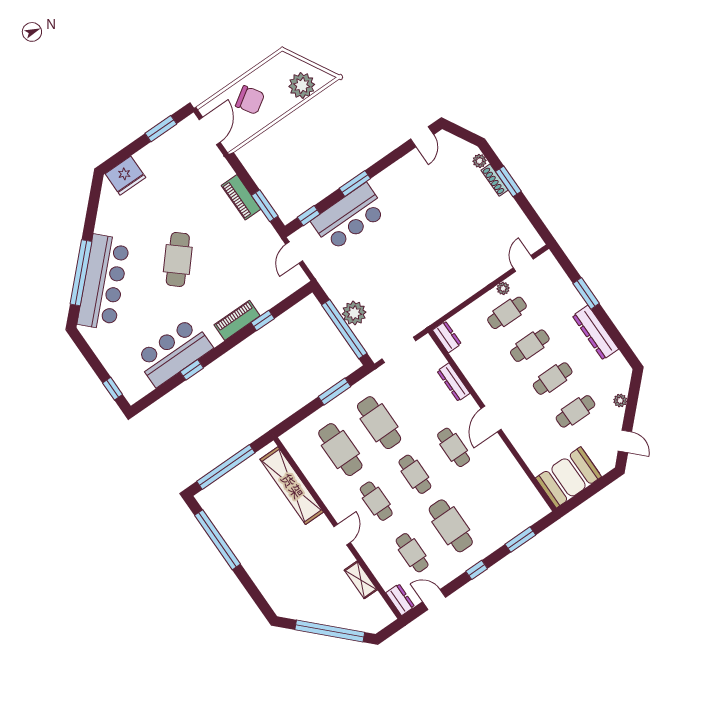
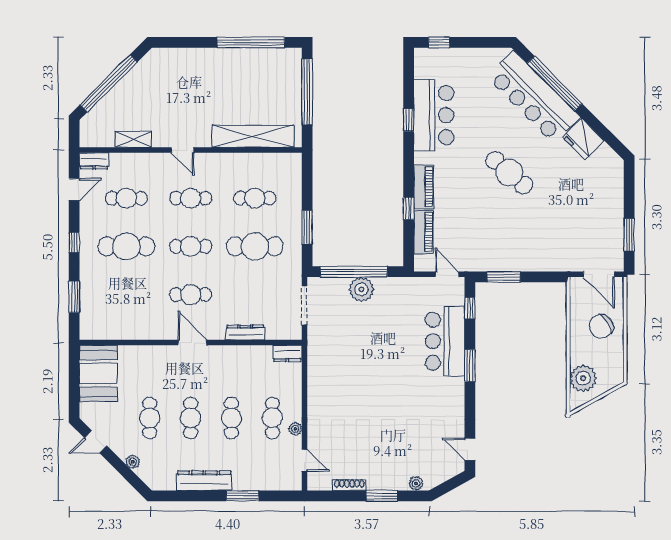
fridge: (125, 176) -> (583, 139), moved, turned -45
shoe rack: (495, 180) -> (349, 485), moved
piano: (241, 197) -> (423, 232), moved, turned 90
cafe table: (340, 450) -> (255, 198), width x0.73, depth x0.74

